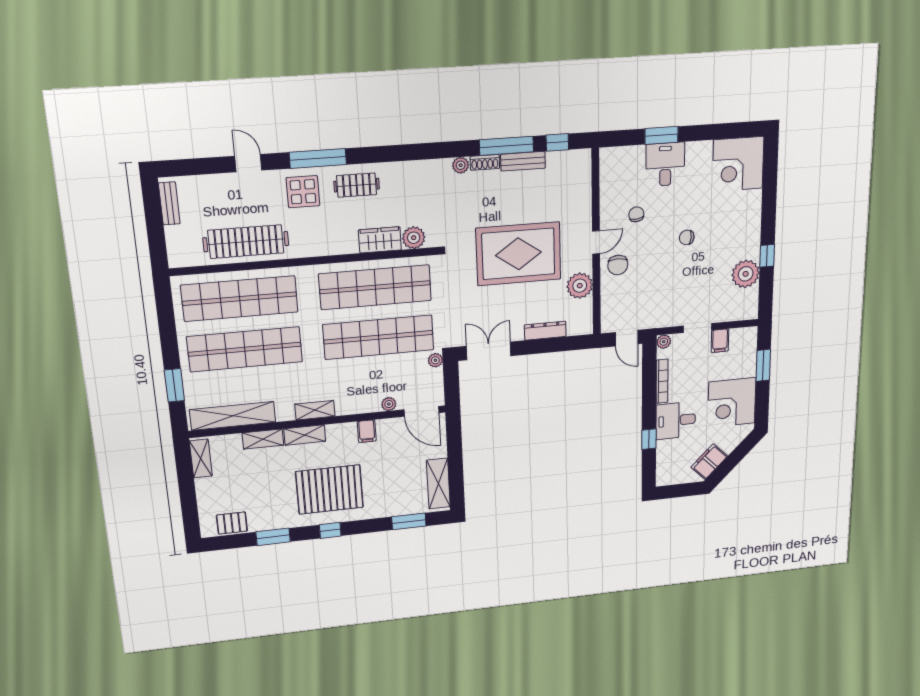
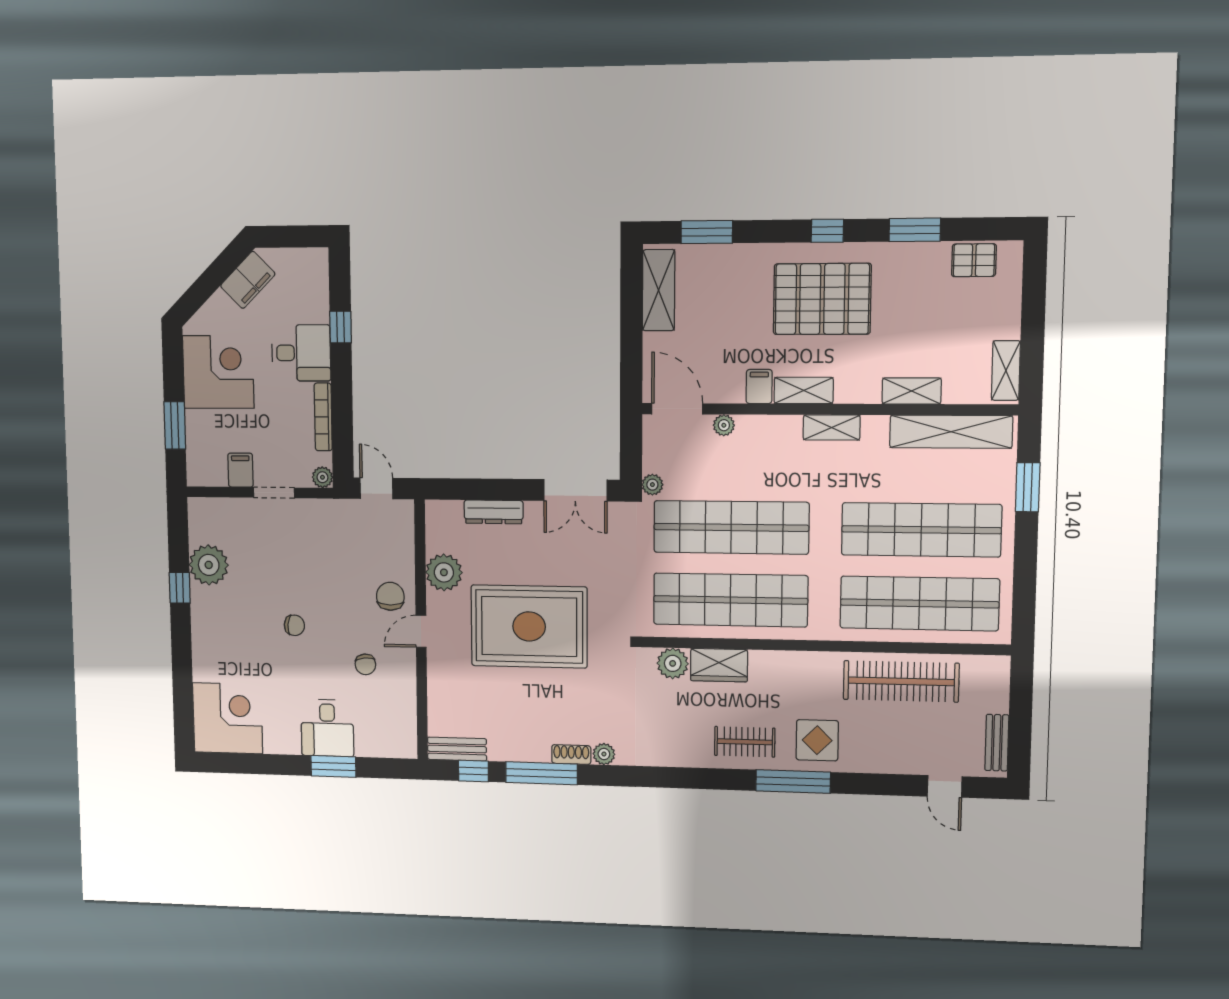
bench: (523, 161) -> (457, 749), moved
door: (248, 163) -> (945, 786), moved
shelving: (305, 435) -> (804, 390), moved

